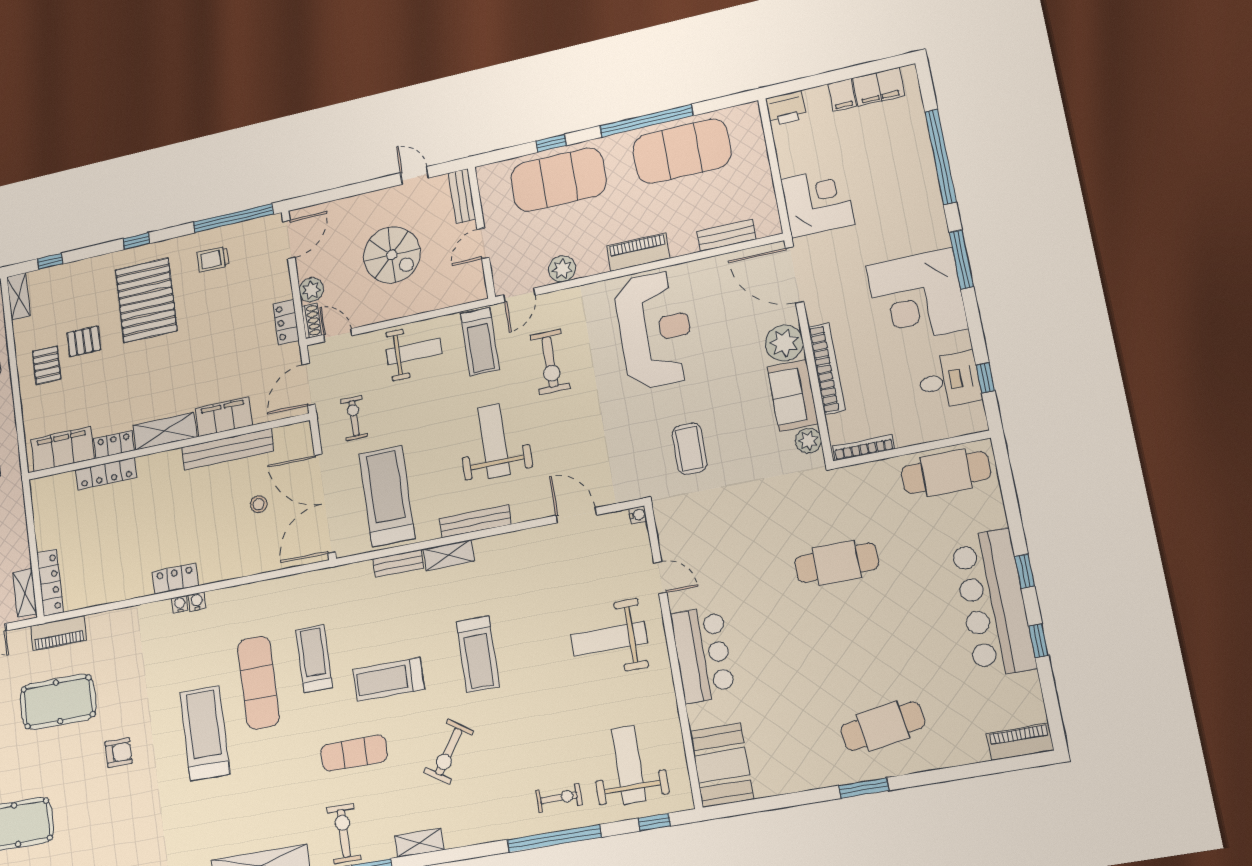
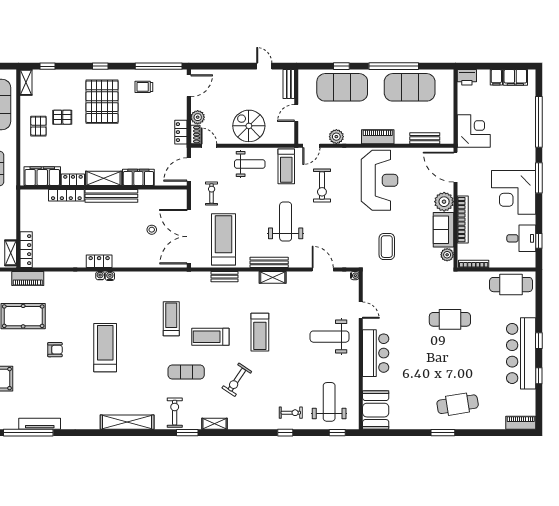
spiral stairs: (392, 255) -> (249, 126), moved, turned 180
bench: (228, 449) -> (111, 196), moved
shelving: (449, 555) -> (273, 277), moved
exercise mat: (258, 683) -> (139, 326), removed
window: (554, 838) -> (285, 433), width x0.32

